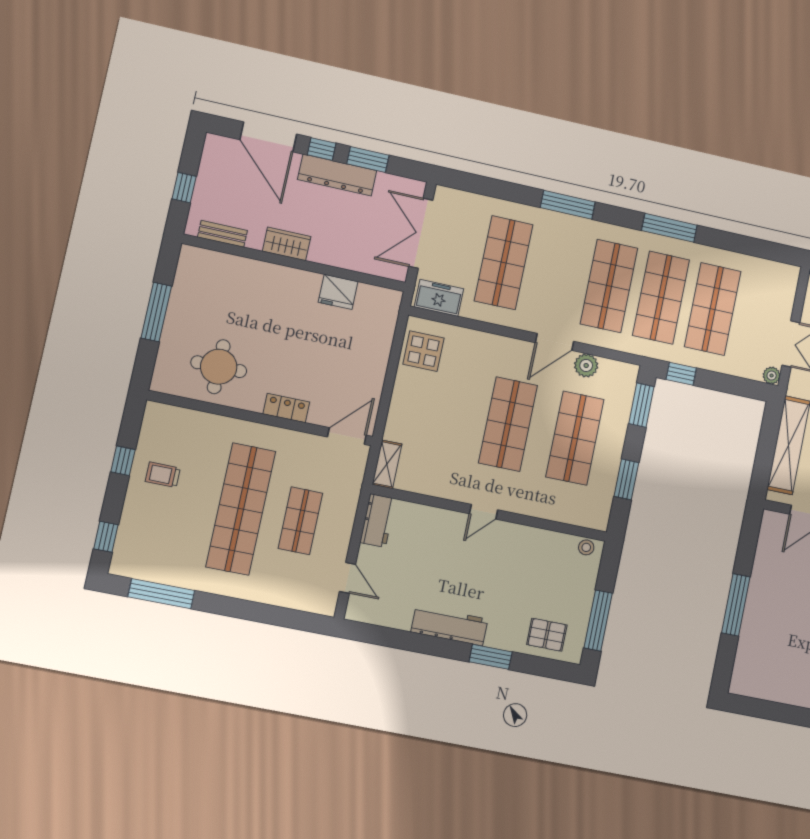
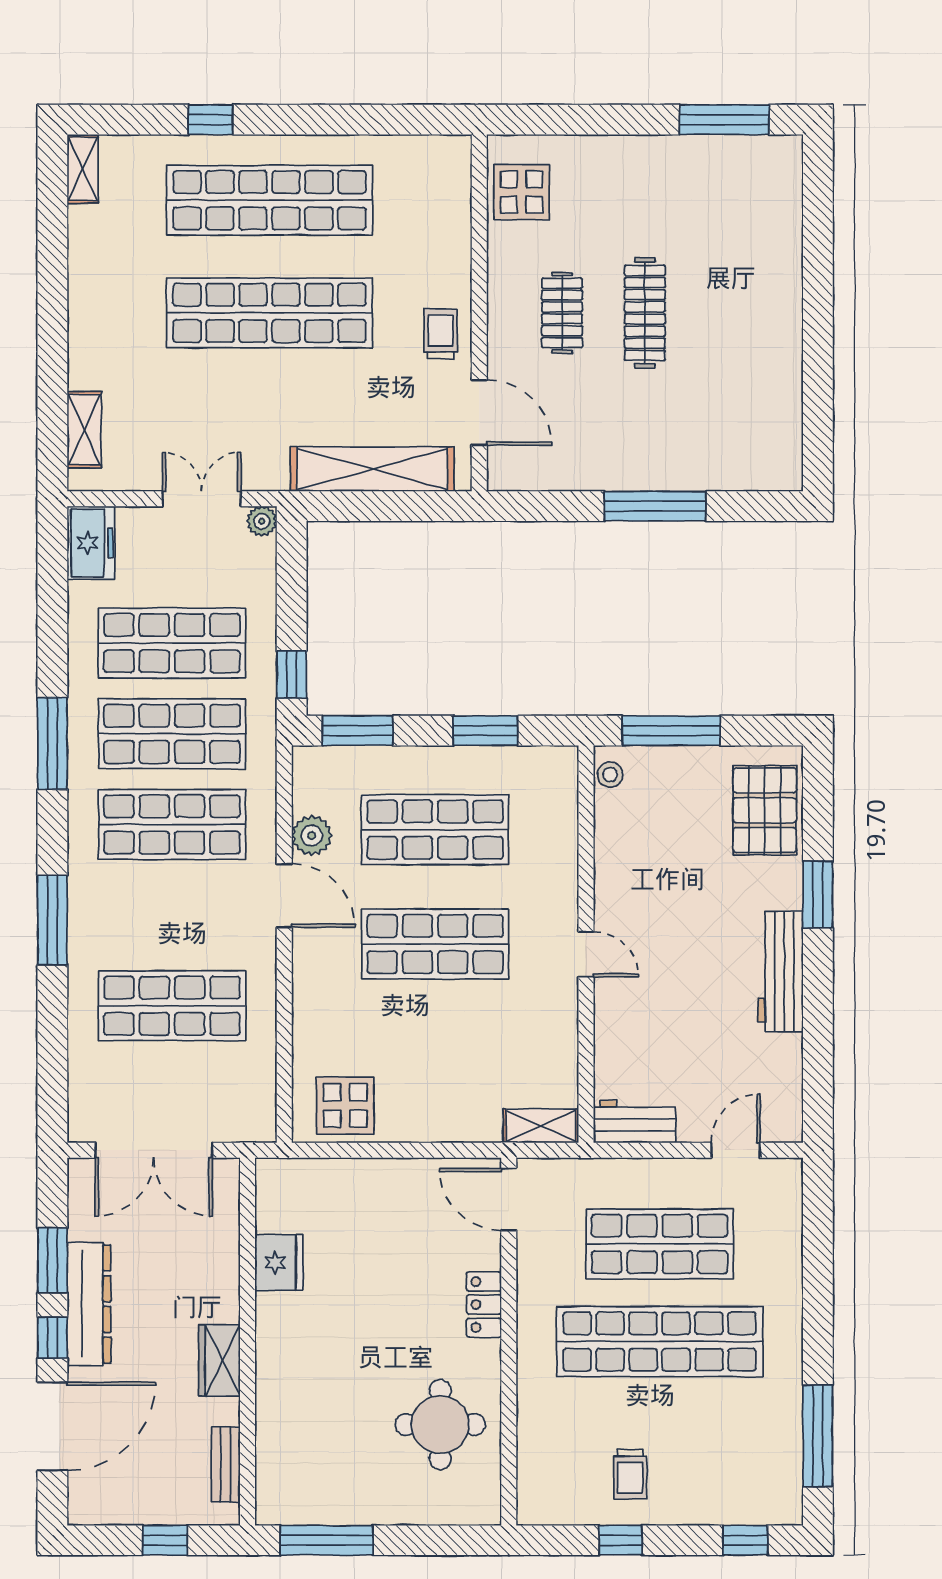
freezer: (439, 298) -> (91, 543), moved, turned 180
window: (156, 312) -> (326, 1540), moved
shop shelf: (300, 521) -> (660, 1244), width x1.43, depth x1.36
window: (598, 621) -> (671, 731), moved
pallet: (547, 635) -> (765, 810), width x1.50, depth x1.42

